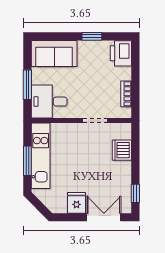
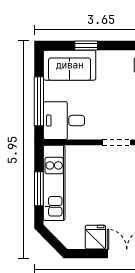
window: (92, 36) -> (86, 46), moved
window: (27, 85) -> (39, 101), width x1.44

